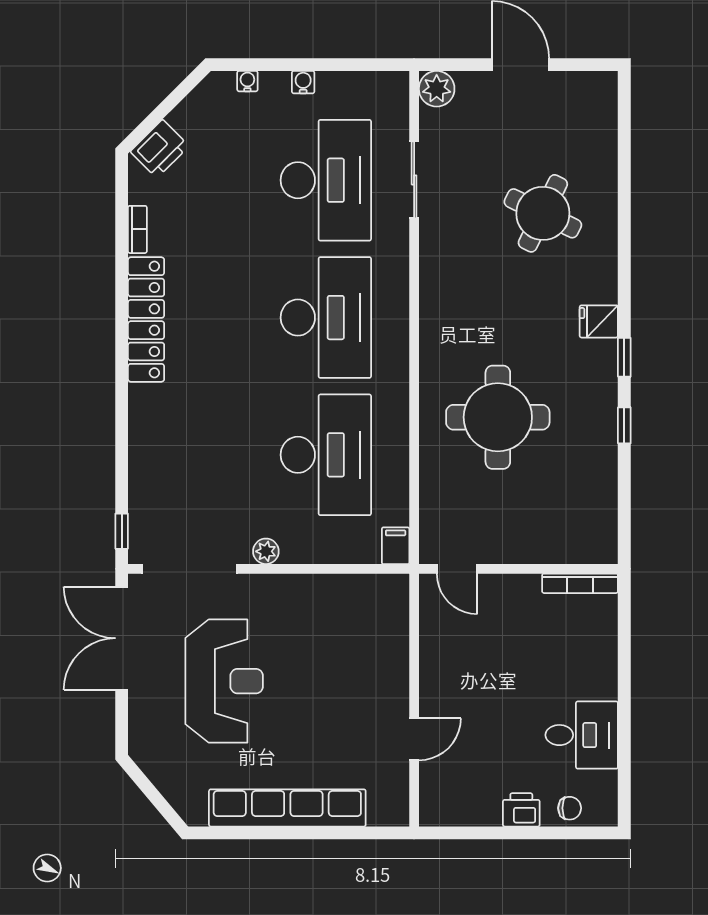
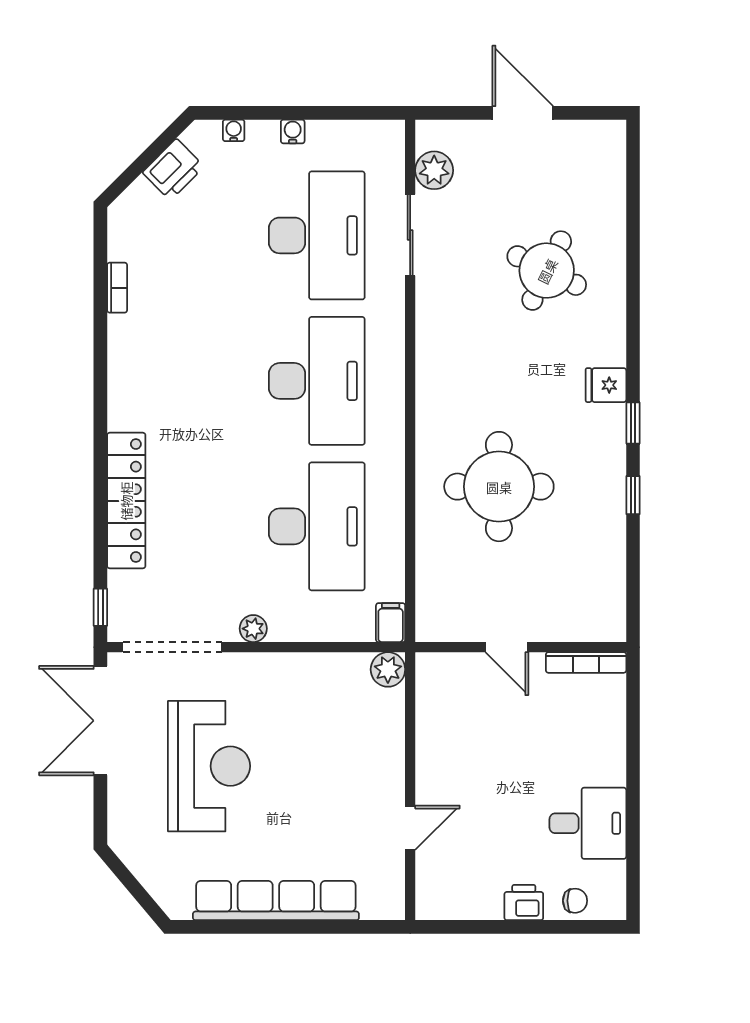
plant: (437, 89) -> (434, 170), moved
printer: (160, 149) -> (173, 170), moved
locker: (146, 320) -> (126, 501), moved
door: (457, 569) -> (507, 647), moved
plant: (393, 590) -> (388, 669), added

